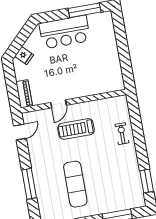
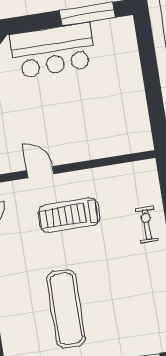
door: (59, 104) -> (40, 172), swing flipped

